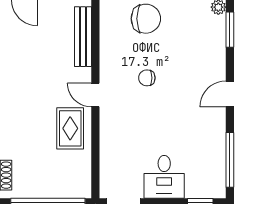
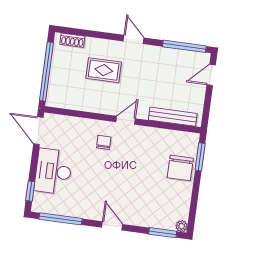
chair: (147, 78) -> (104, 142), moved
rug: (70, 128) -> (104, 70), moved
desk: (164, 177) -> (53, 171), width x1.37

